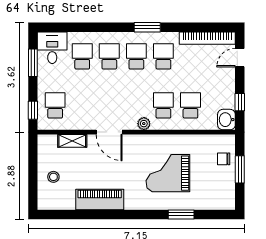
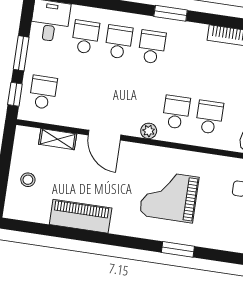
school desk: (163, 56) -> (185, 52), removed
window: (33, 63) -> (21, 53), moved

